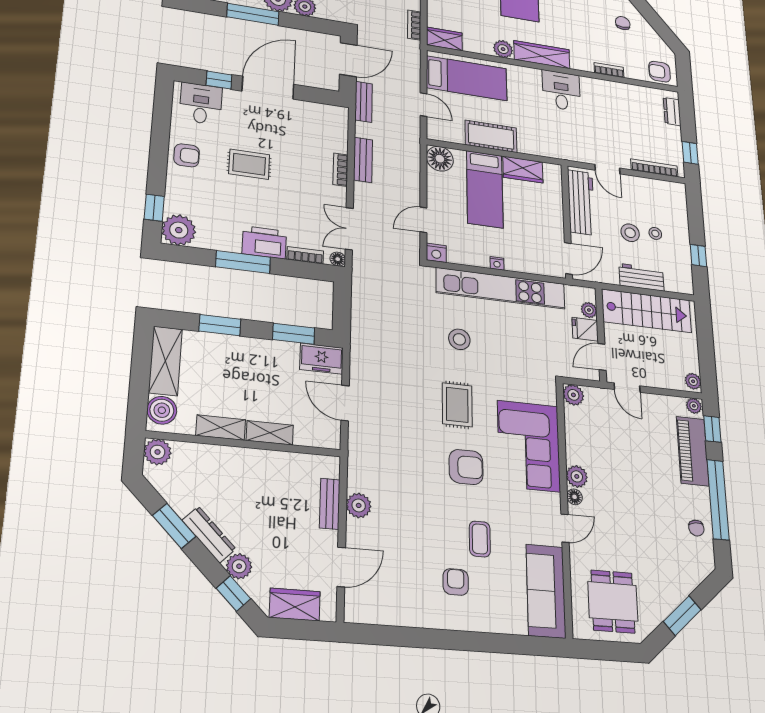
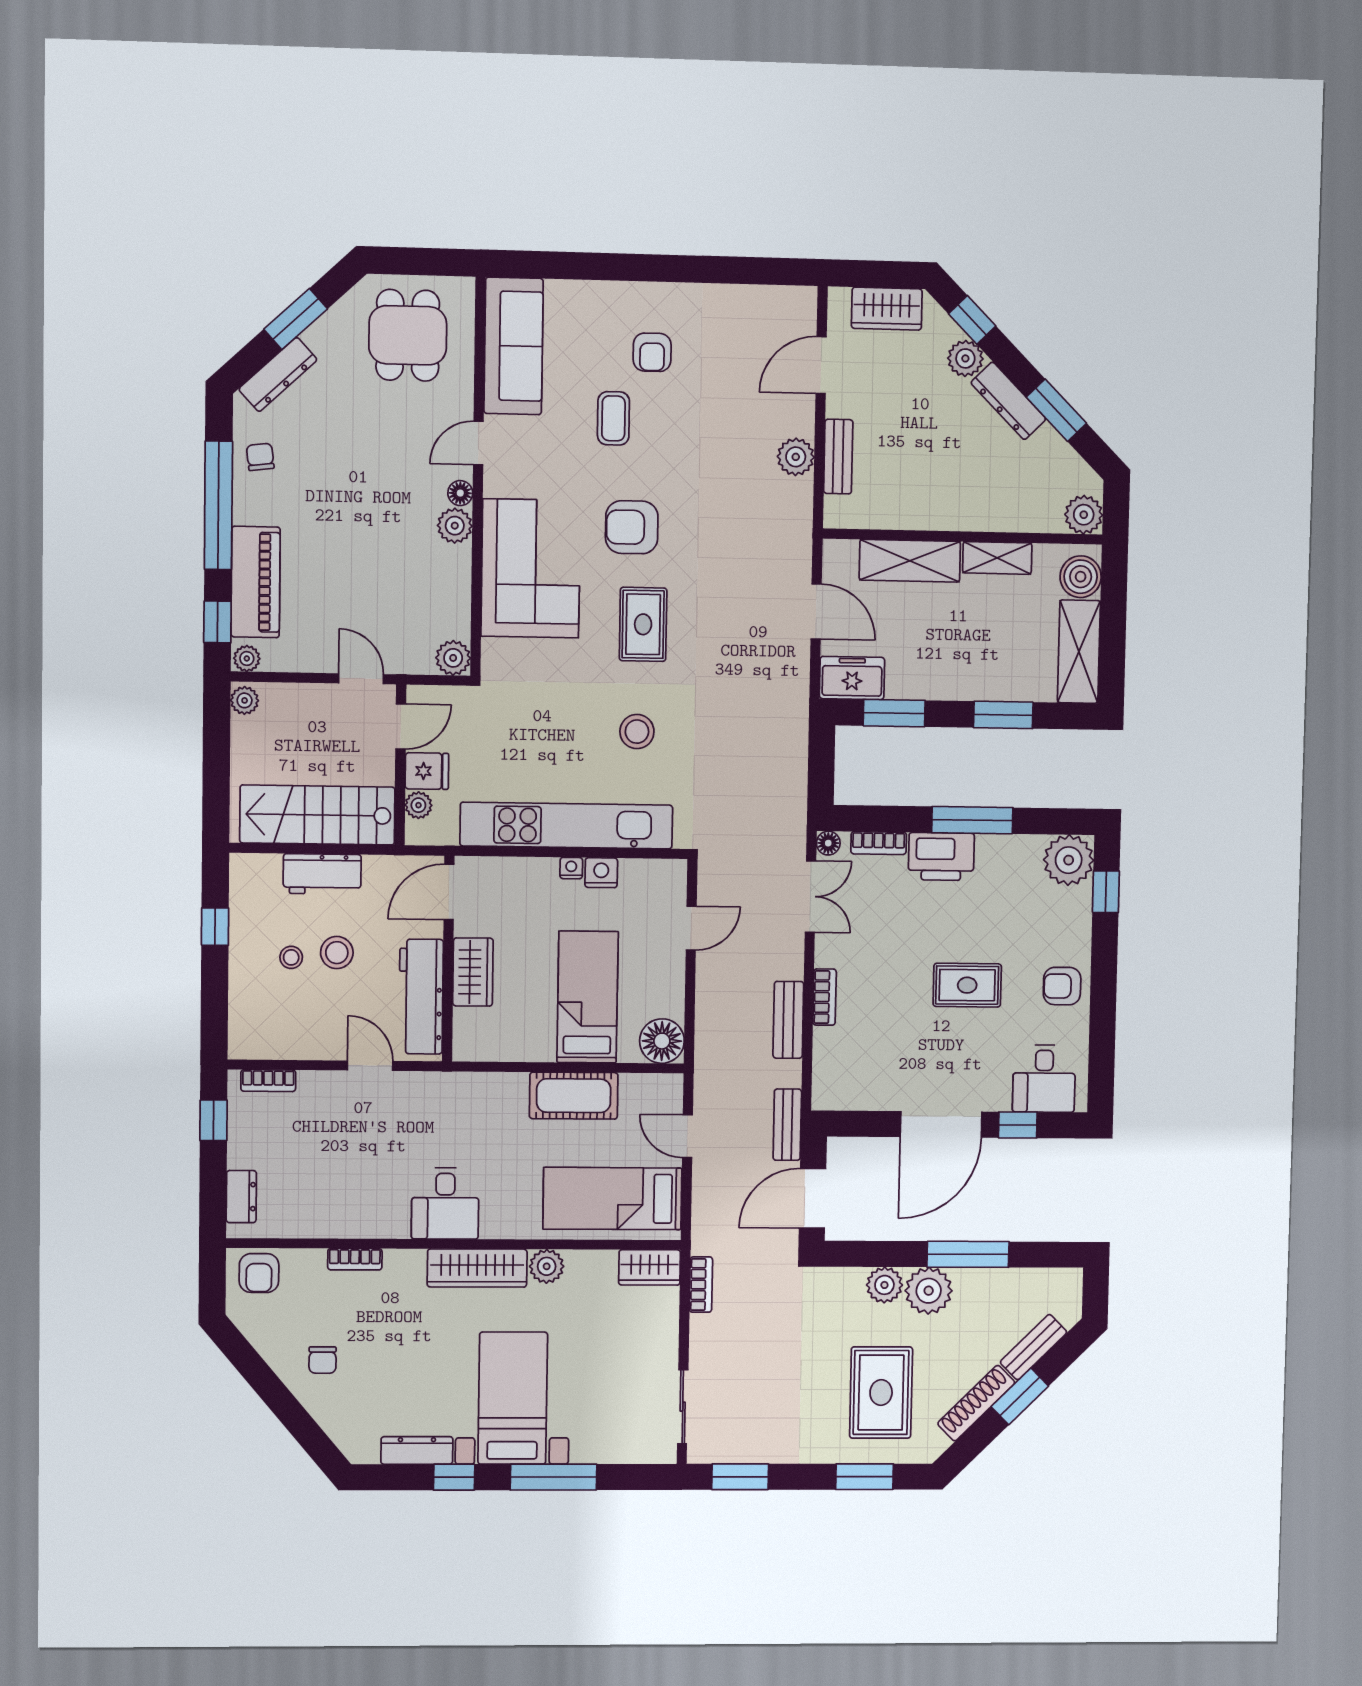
armchair: (660, 72) -> (259, 1273), turned 90
bookcase: (654, 168) -> (268, 1081), width x0.64
wardrobe: (523, 170) -> (473, 972), moved, turned 90
nightstand: (436, 253) -> (601, 873), moved
shelving: (270, 433) -> (910, 561), width x1.50, depth x1.33
dresser: (690, 580) -> (278, 374), added

